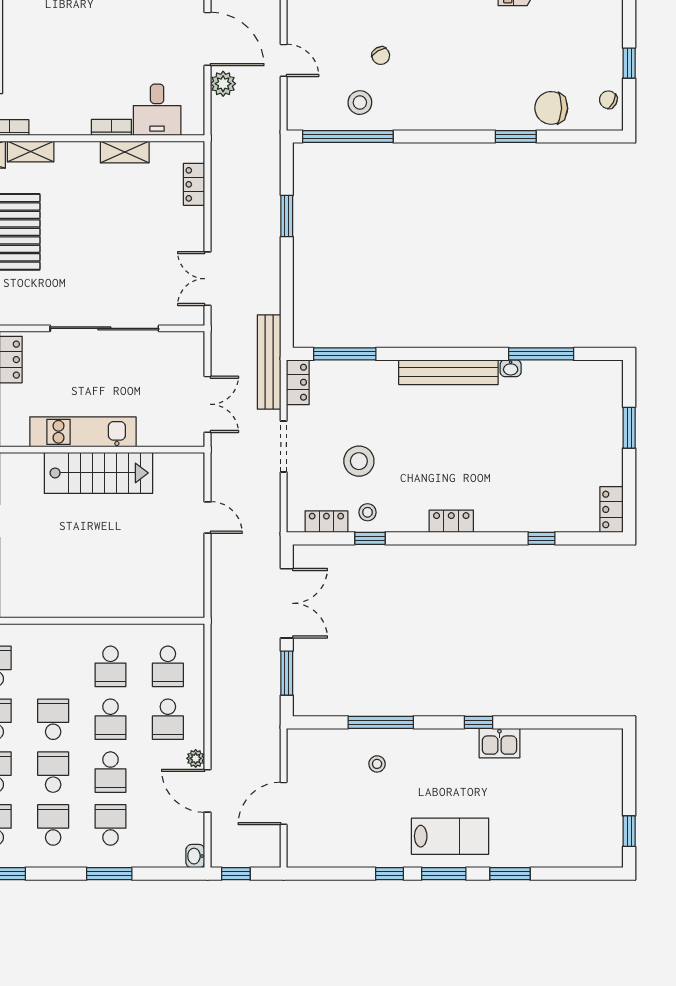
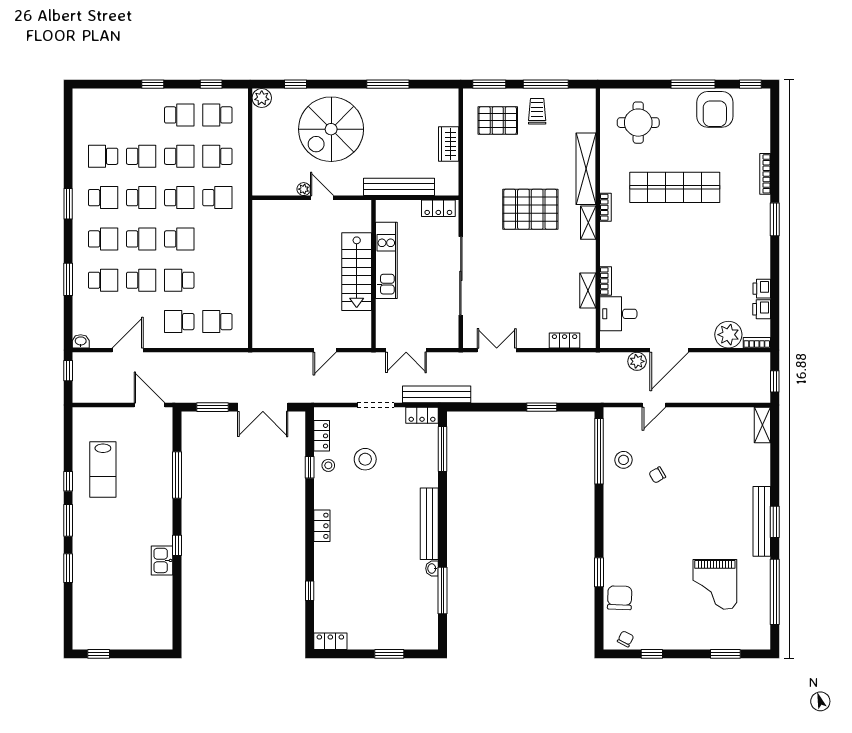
school desk: (110, 666) -> (217, 280), removed
plant: (196, 758) -> (151, 342), removed
stool: (377, 764) -> (147, 472), removed
school desk: (110, 772) -> (141, 280), turned 180
door: (284, 803) -> (150, 405), moved
lab bench: (450, 836) -> (103, 469), moved

